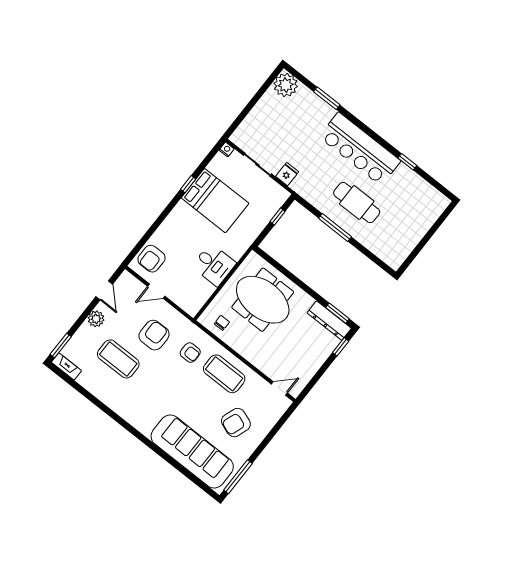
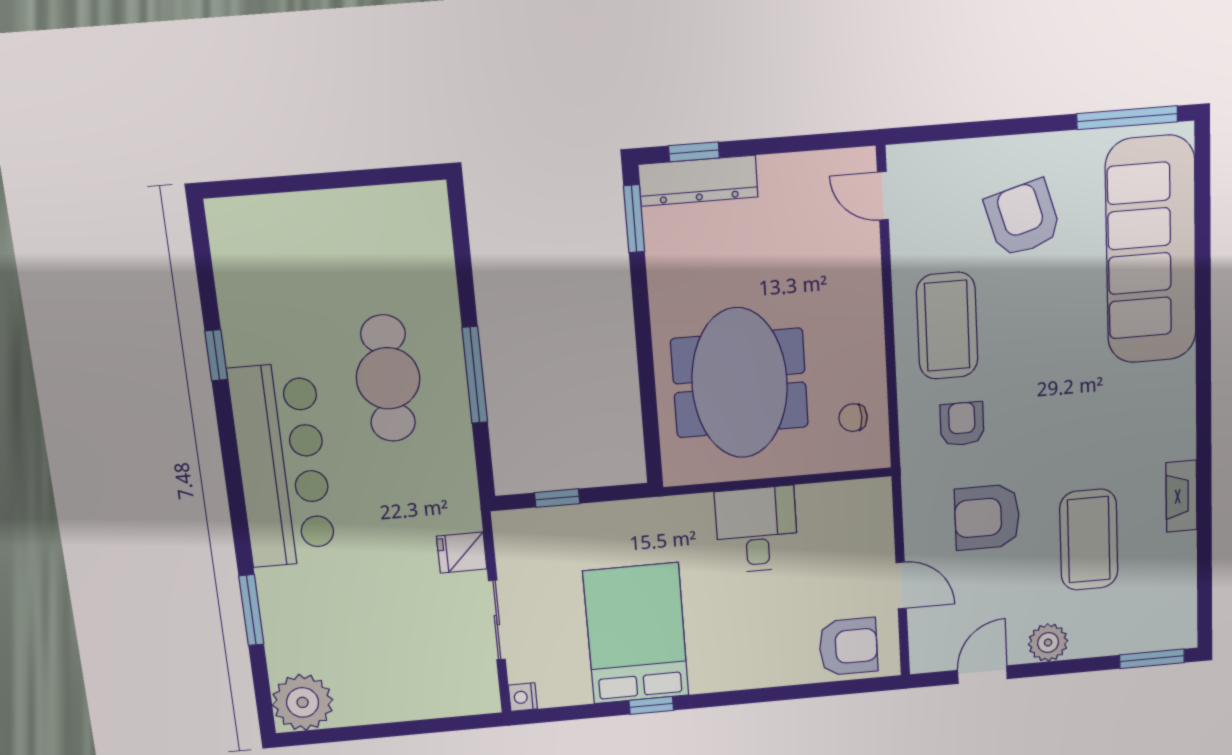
dresser: (329, 321) -> (698, 181), moved, turned 90
fireplace: (66, 366) -> (1181, 496), moved
armchair: (236, 423) -> (1023, 218), turned -126

